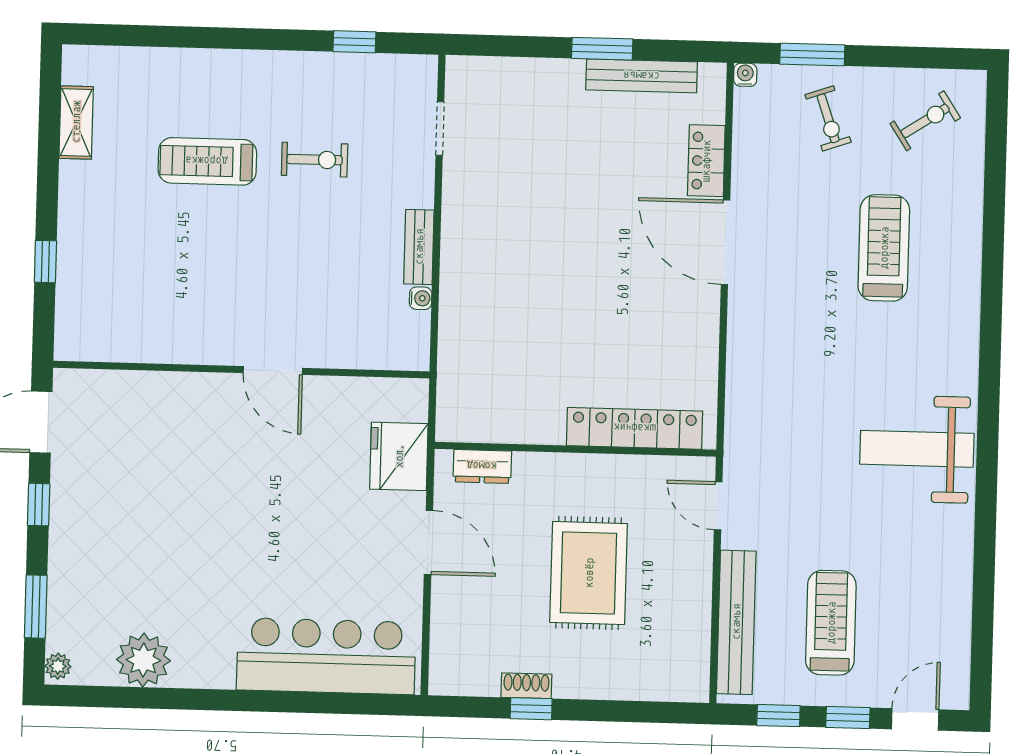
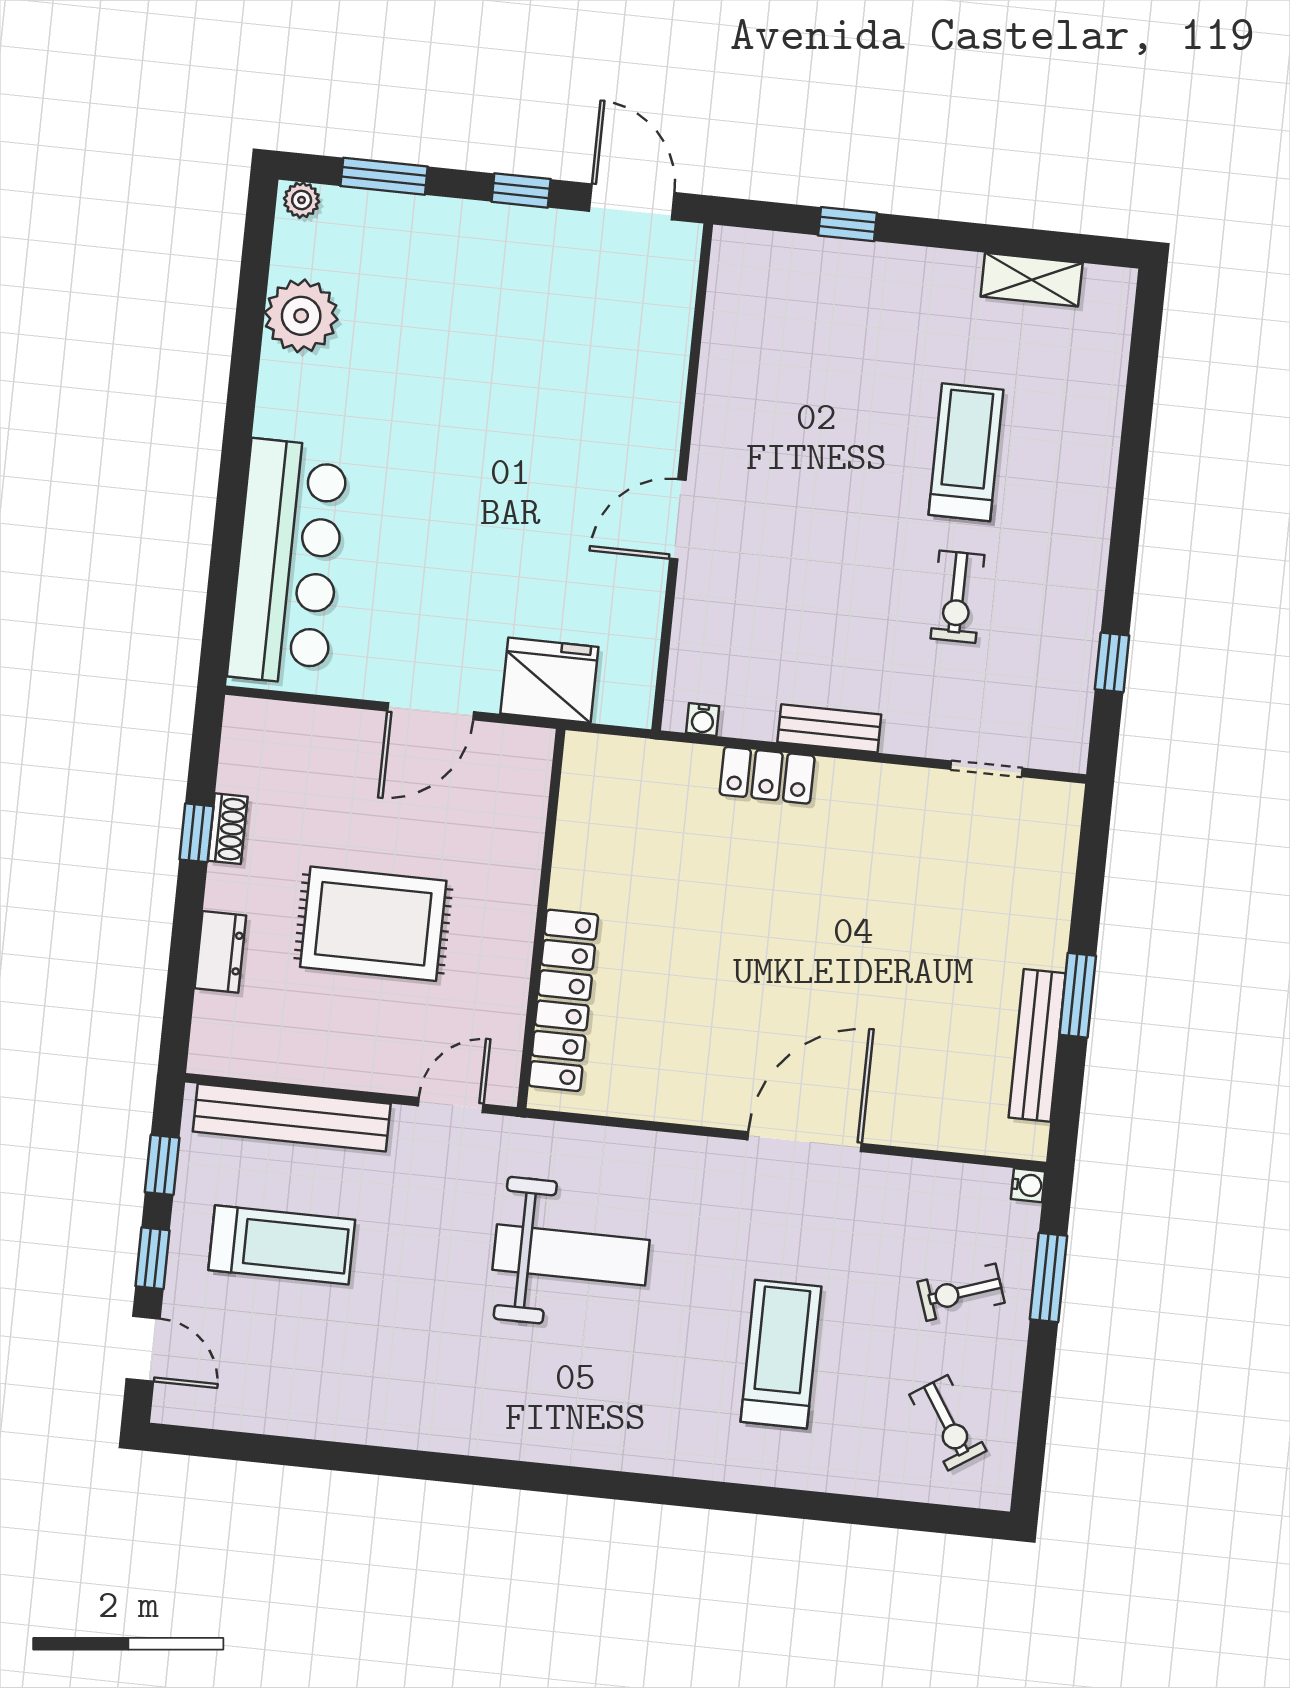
locker: (706, 161) -> (767, 775), moved, turned 180
treadmill: (884, 248) -> (781, 1354), turned -90
water cooler: (421, 298) -> (703, 719), moved
weight bench: (917, 449) -> (571, 1255), moved, turned 90
dresser: (482, 466) -> (220, 952), moved, turned 180

